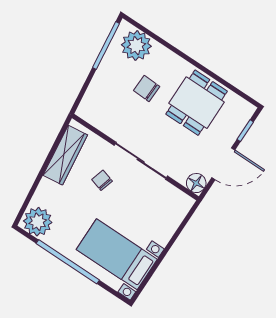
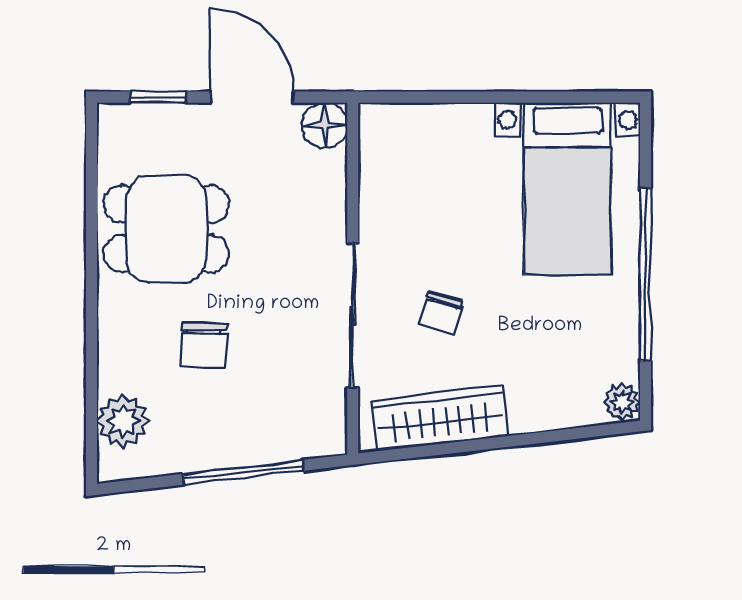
window: (106, 45) -> (243, 472), moved
plant: (136, 46) -> (123, 421), width x0.73, depth x0.73
sliding door: (141, 161) -> (353, 315), moved
plant: (38, 222) -> (622, 402), width x0.53, depth x0.53

